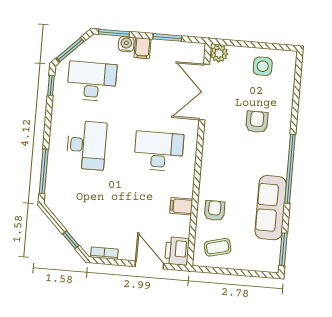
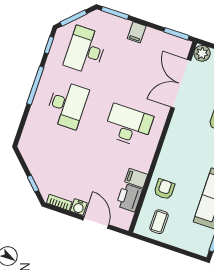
window: (167, 37) -> (176, 34), moved
water cooler: (126, 44) -> (79, 207), moved, turned 180
desk: (92, 81) -> (85, 50), turned -90
window: (44, 171) -> (35, 86), moved
coffee table: (218, 247) -> (159, 222), turned -76
printer: (177, 251) -> (129, 198), moved

